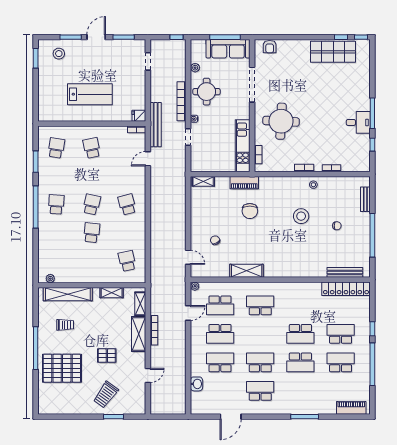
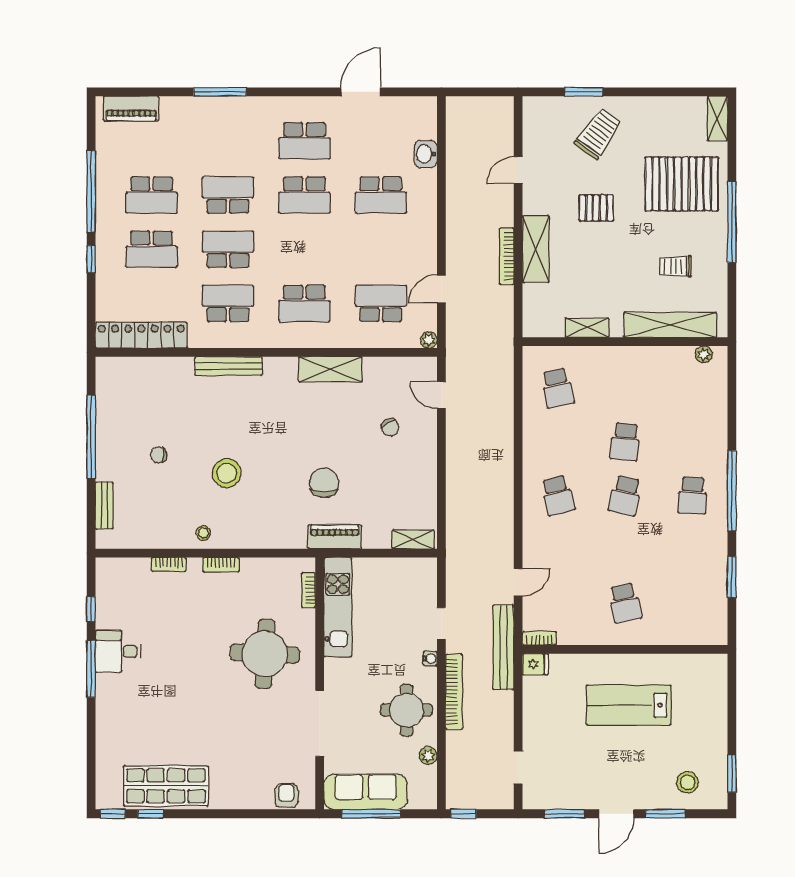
school desk: (56, 148) -> (692, 603), removed
bench: (345, 272) -> (229, 366), moved
shelving: (140, 304) -> (717, 119), moved
school desk: (220, 334) -> (228, 303), moved

